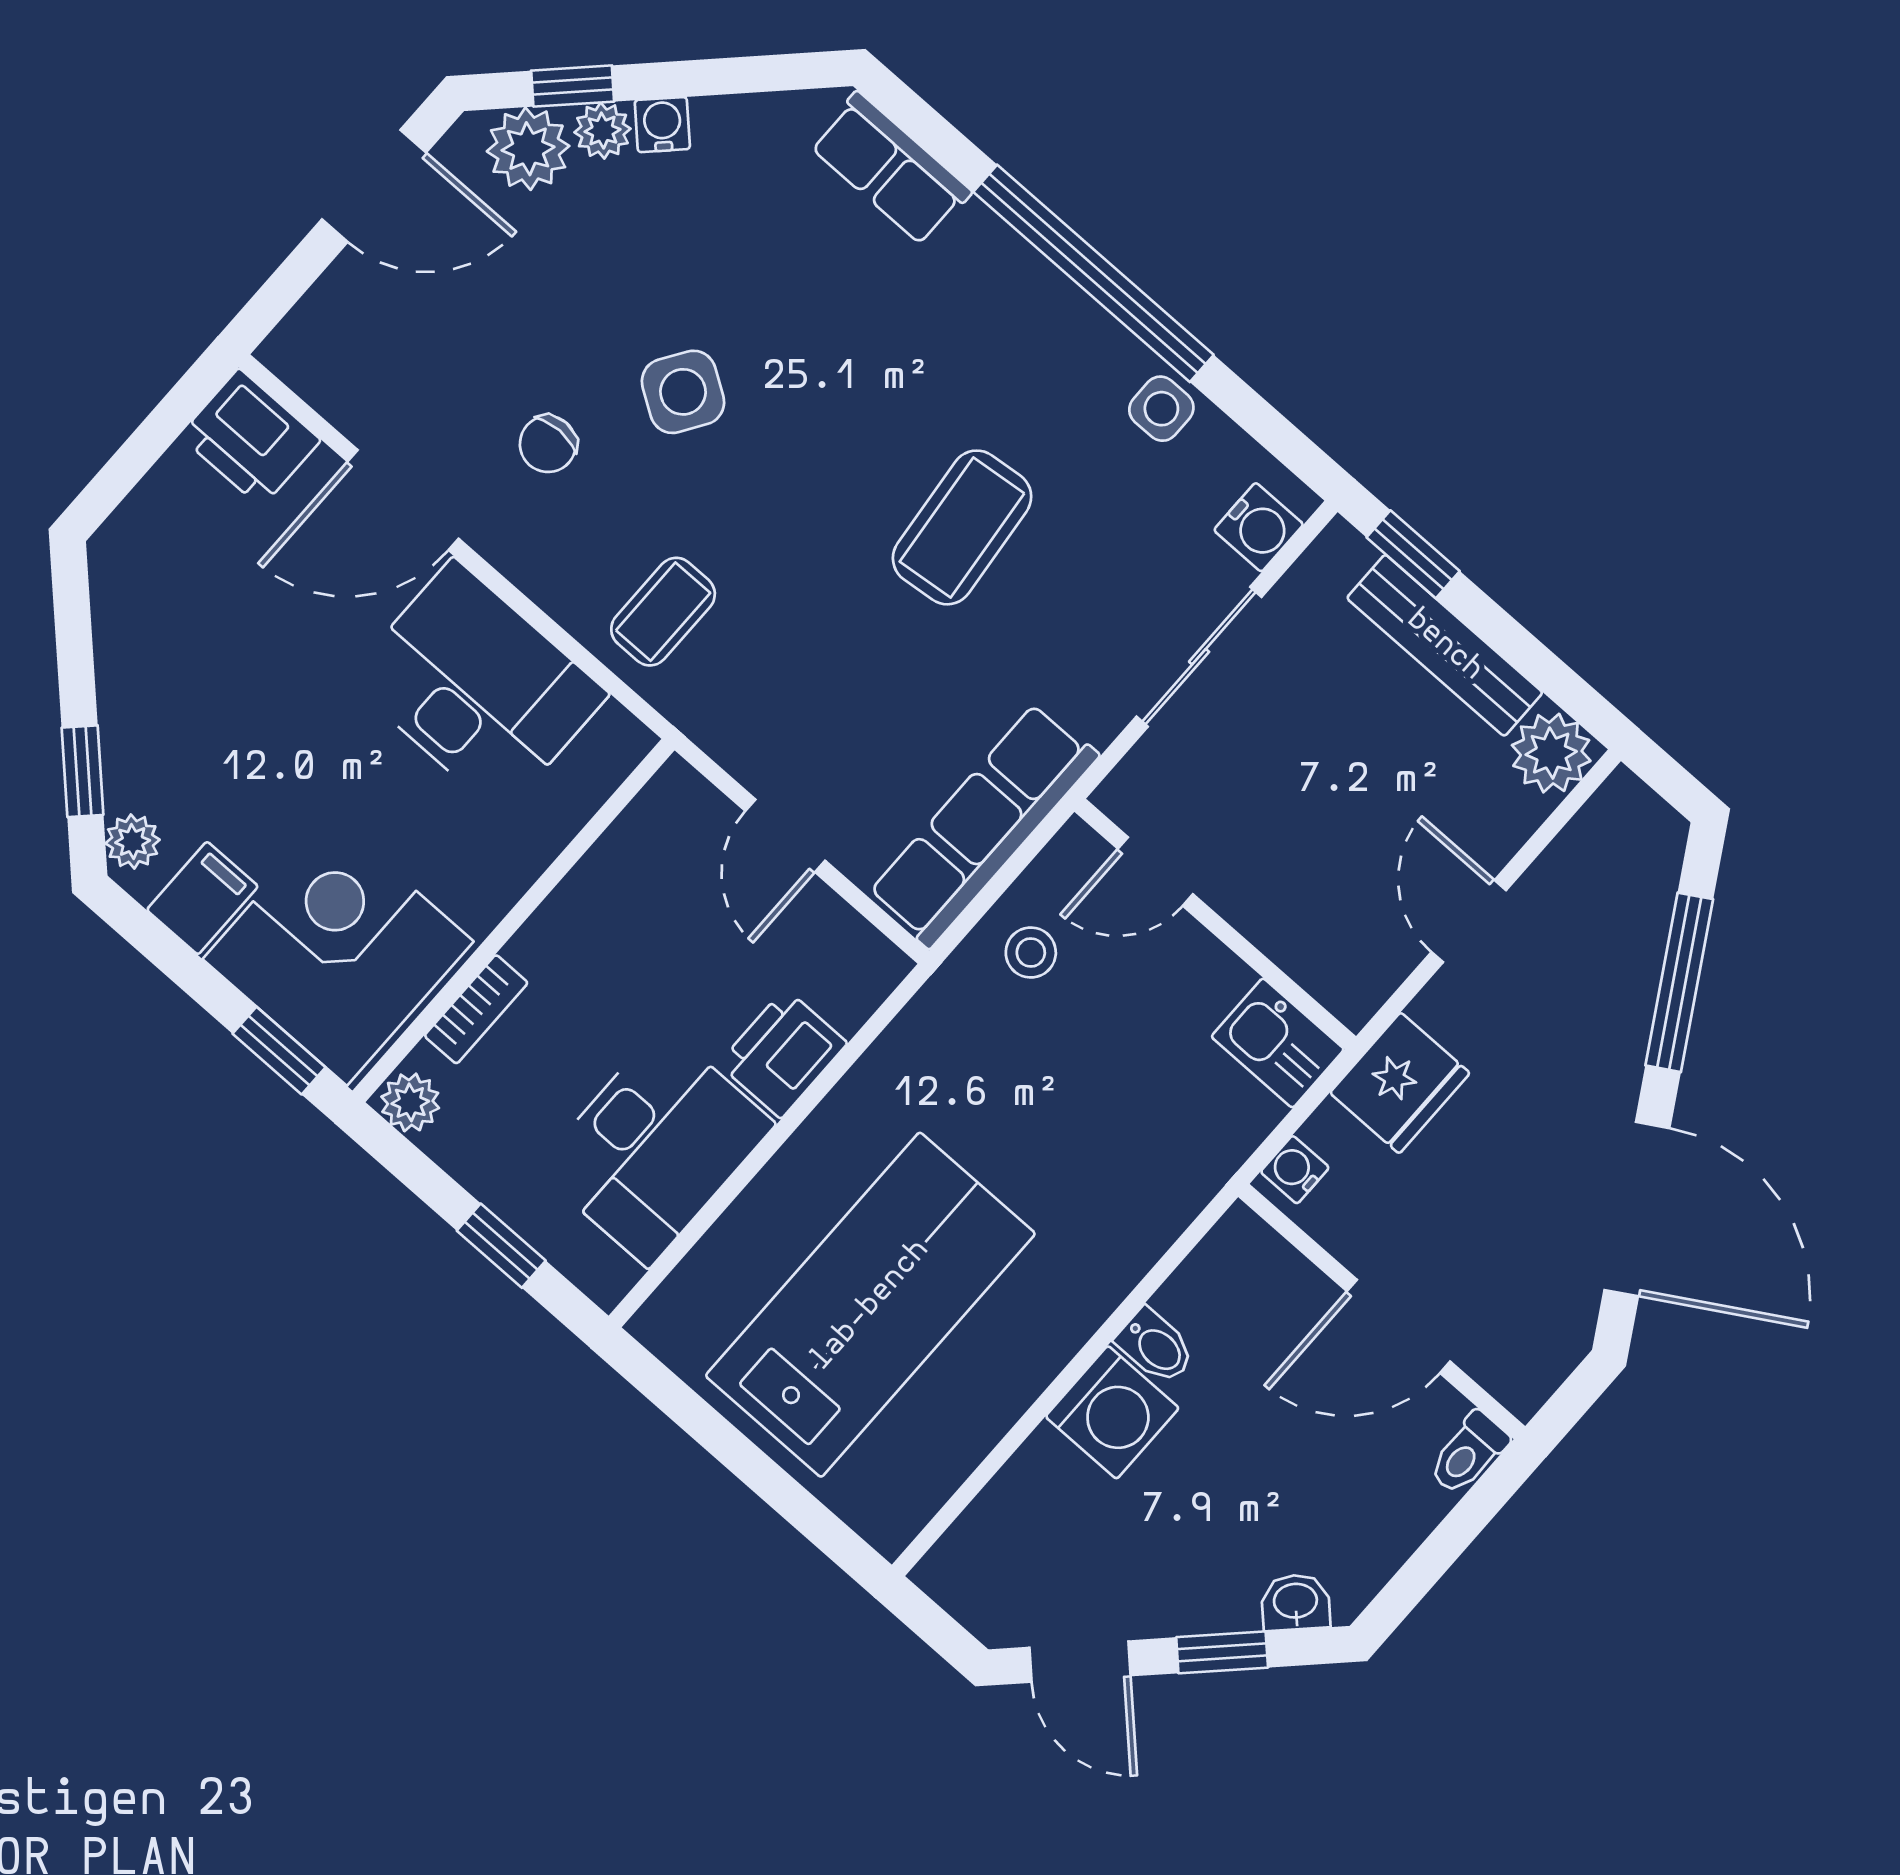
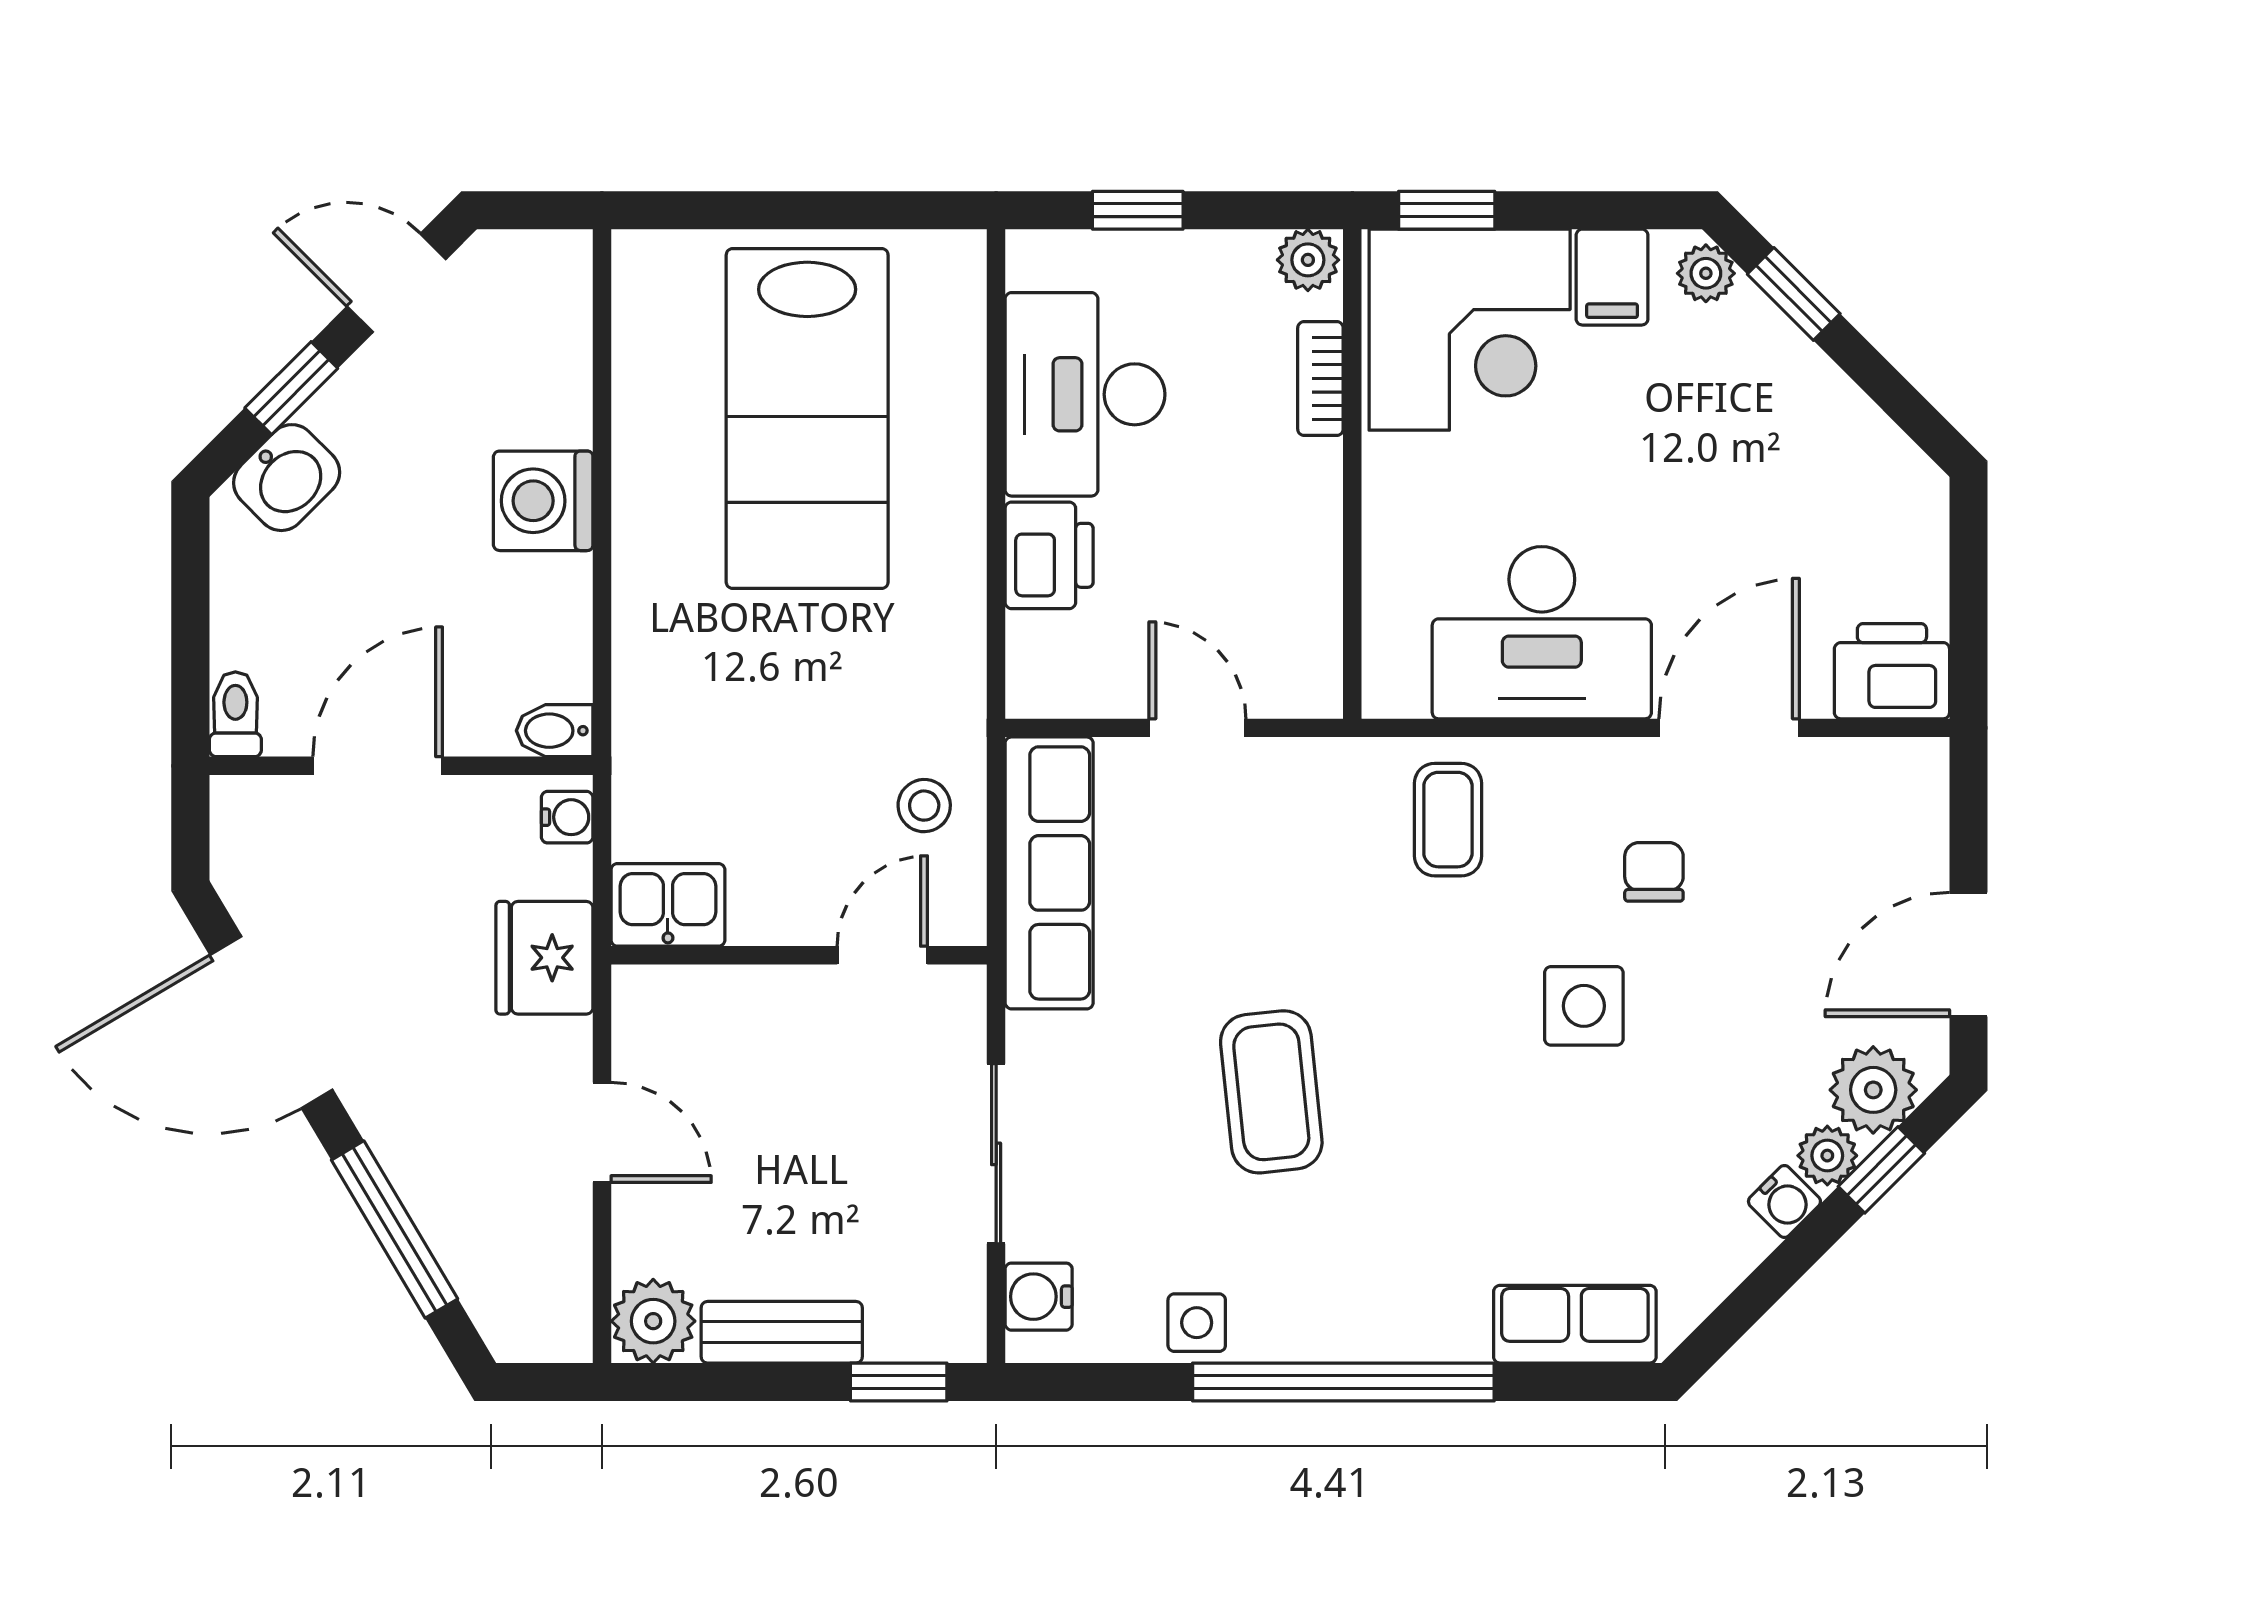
side table: (683, 392) -> (1584, 1006), turned -33
bench: (1445, 645) -> (782, 1332), width x0.73
bidet: (1156, 1346) -> (555, 731), moved
washbasin: (1296, 1602) -> (287, 478), width x1.38, depth x1.45

